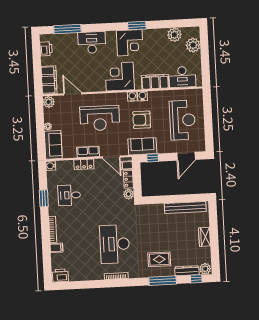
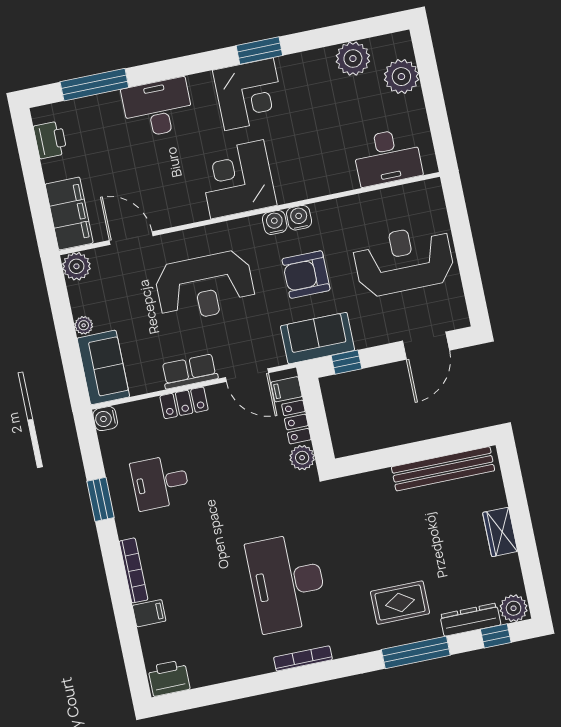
filing cabinet: (155, 82) -> (324, 179), removed
reception desk: (182, 120) -> (404, 260), turned -90

